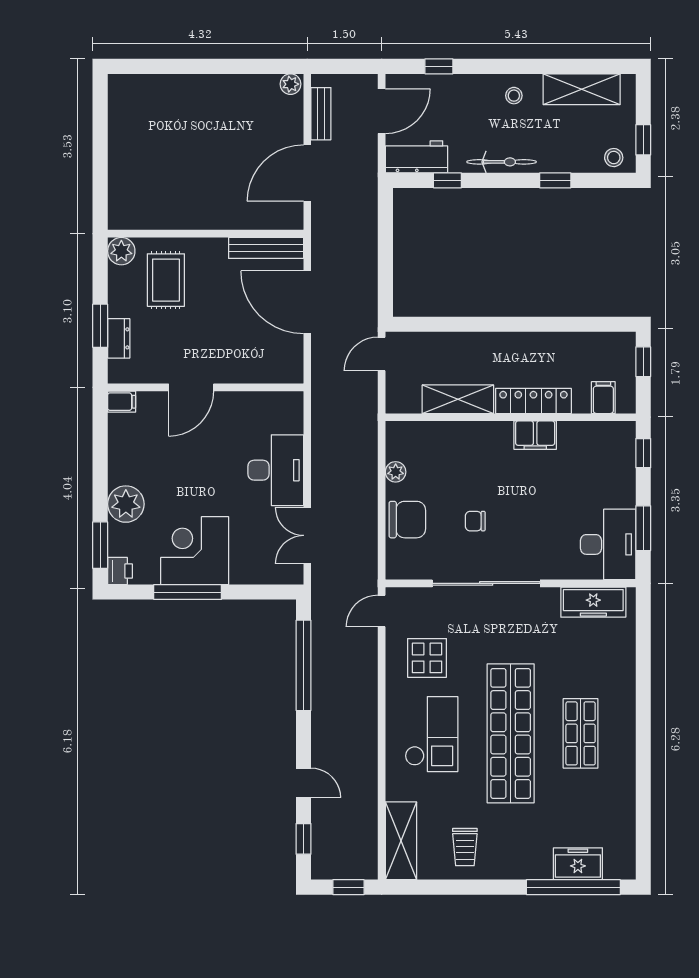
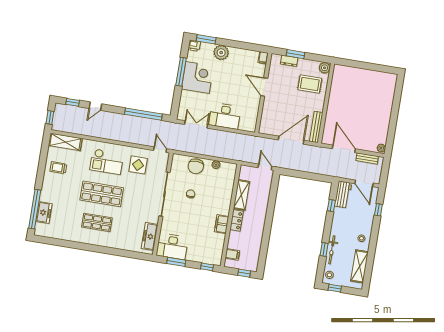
bicycle: (502, 162) -> (332, 250), moved
locker: (533, 401) -> (237, 220), width x0.66
shop shelf: (511, 733) -> (102, 194), width x0.71

